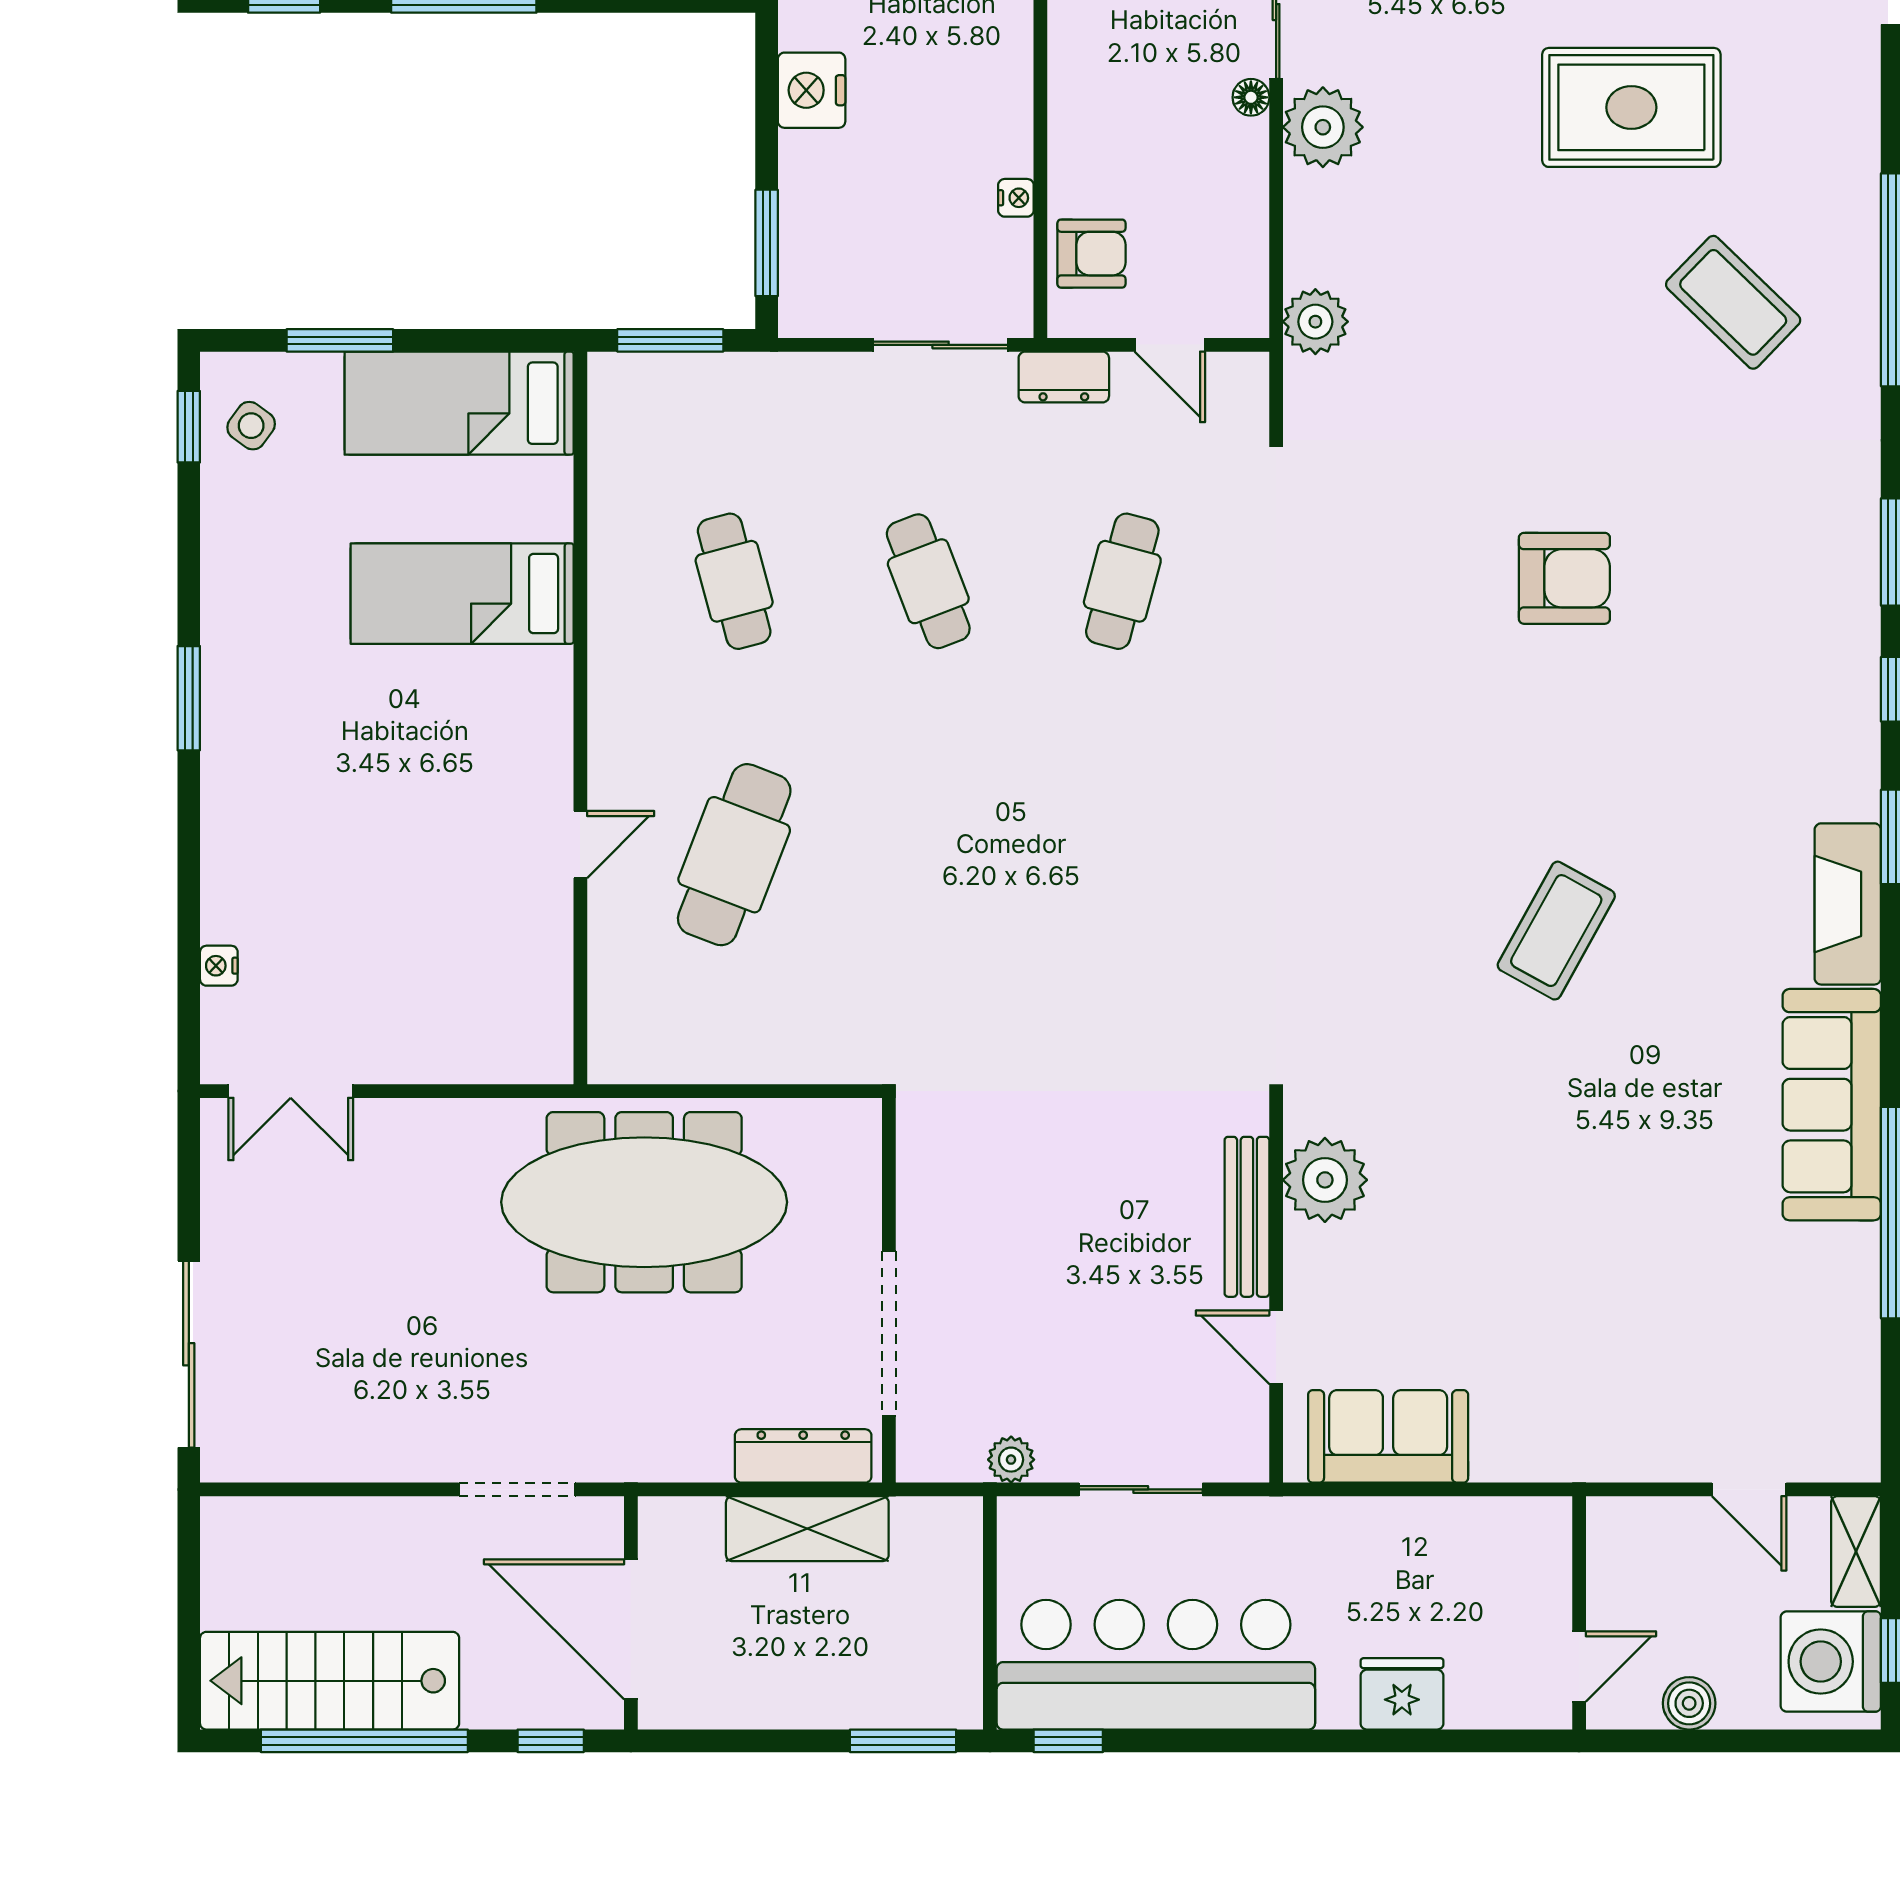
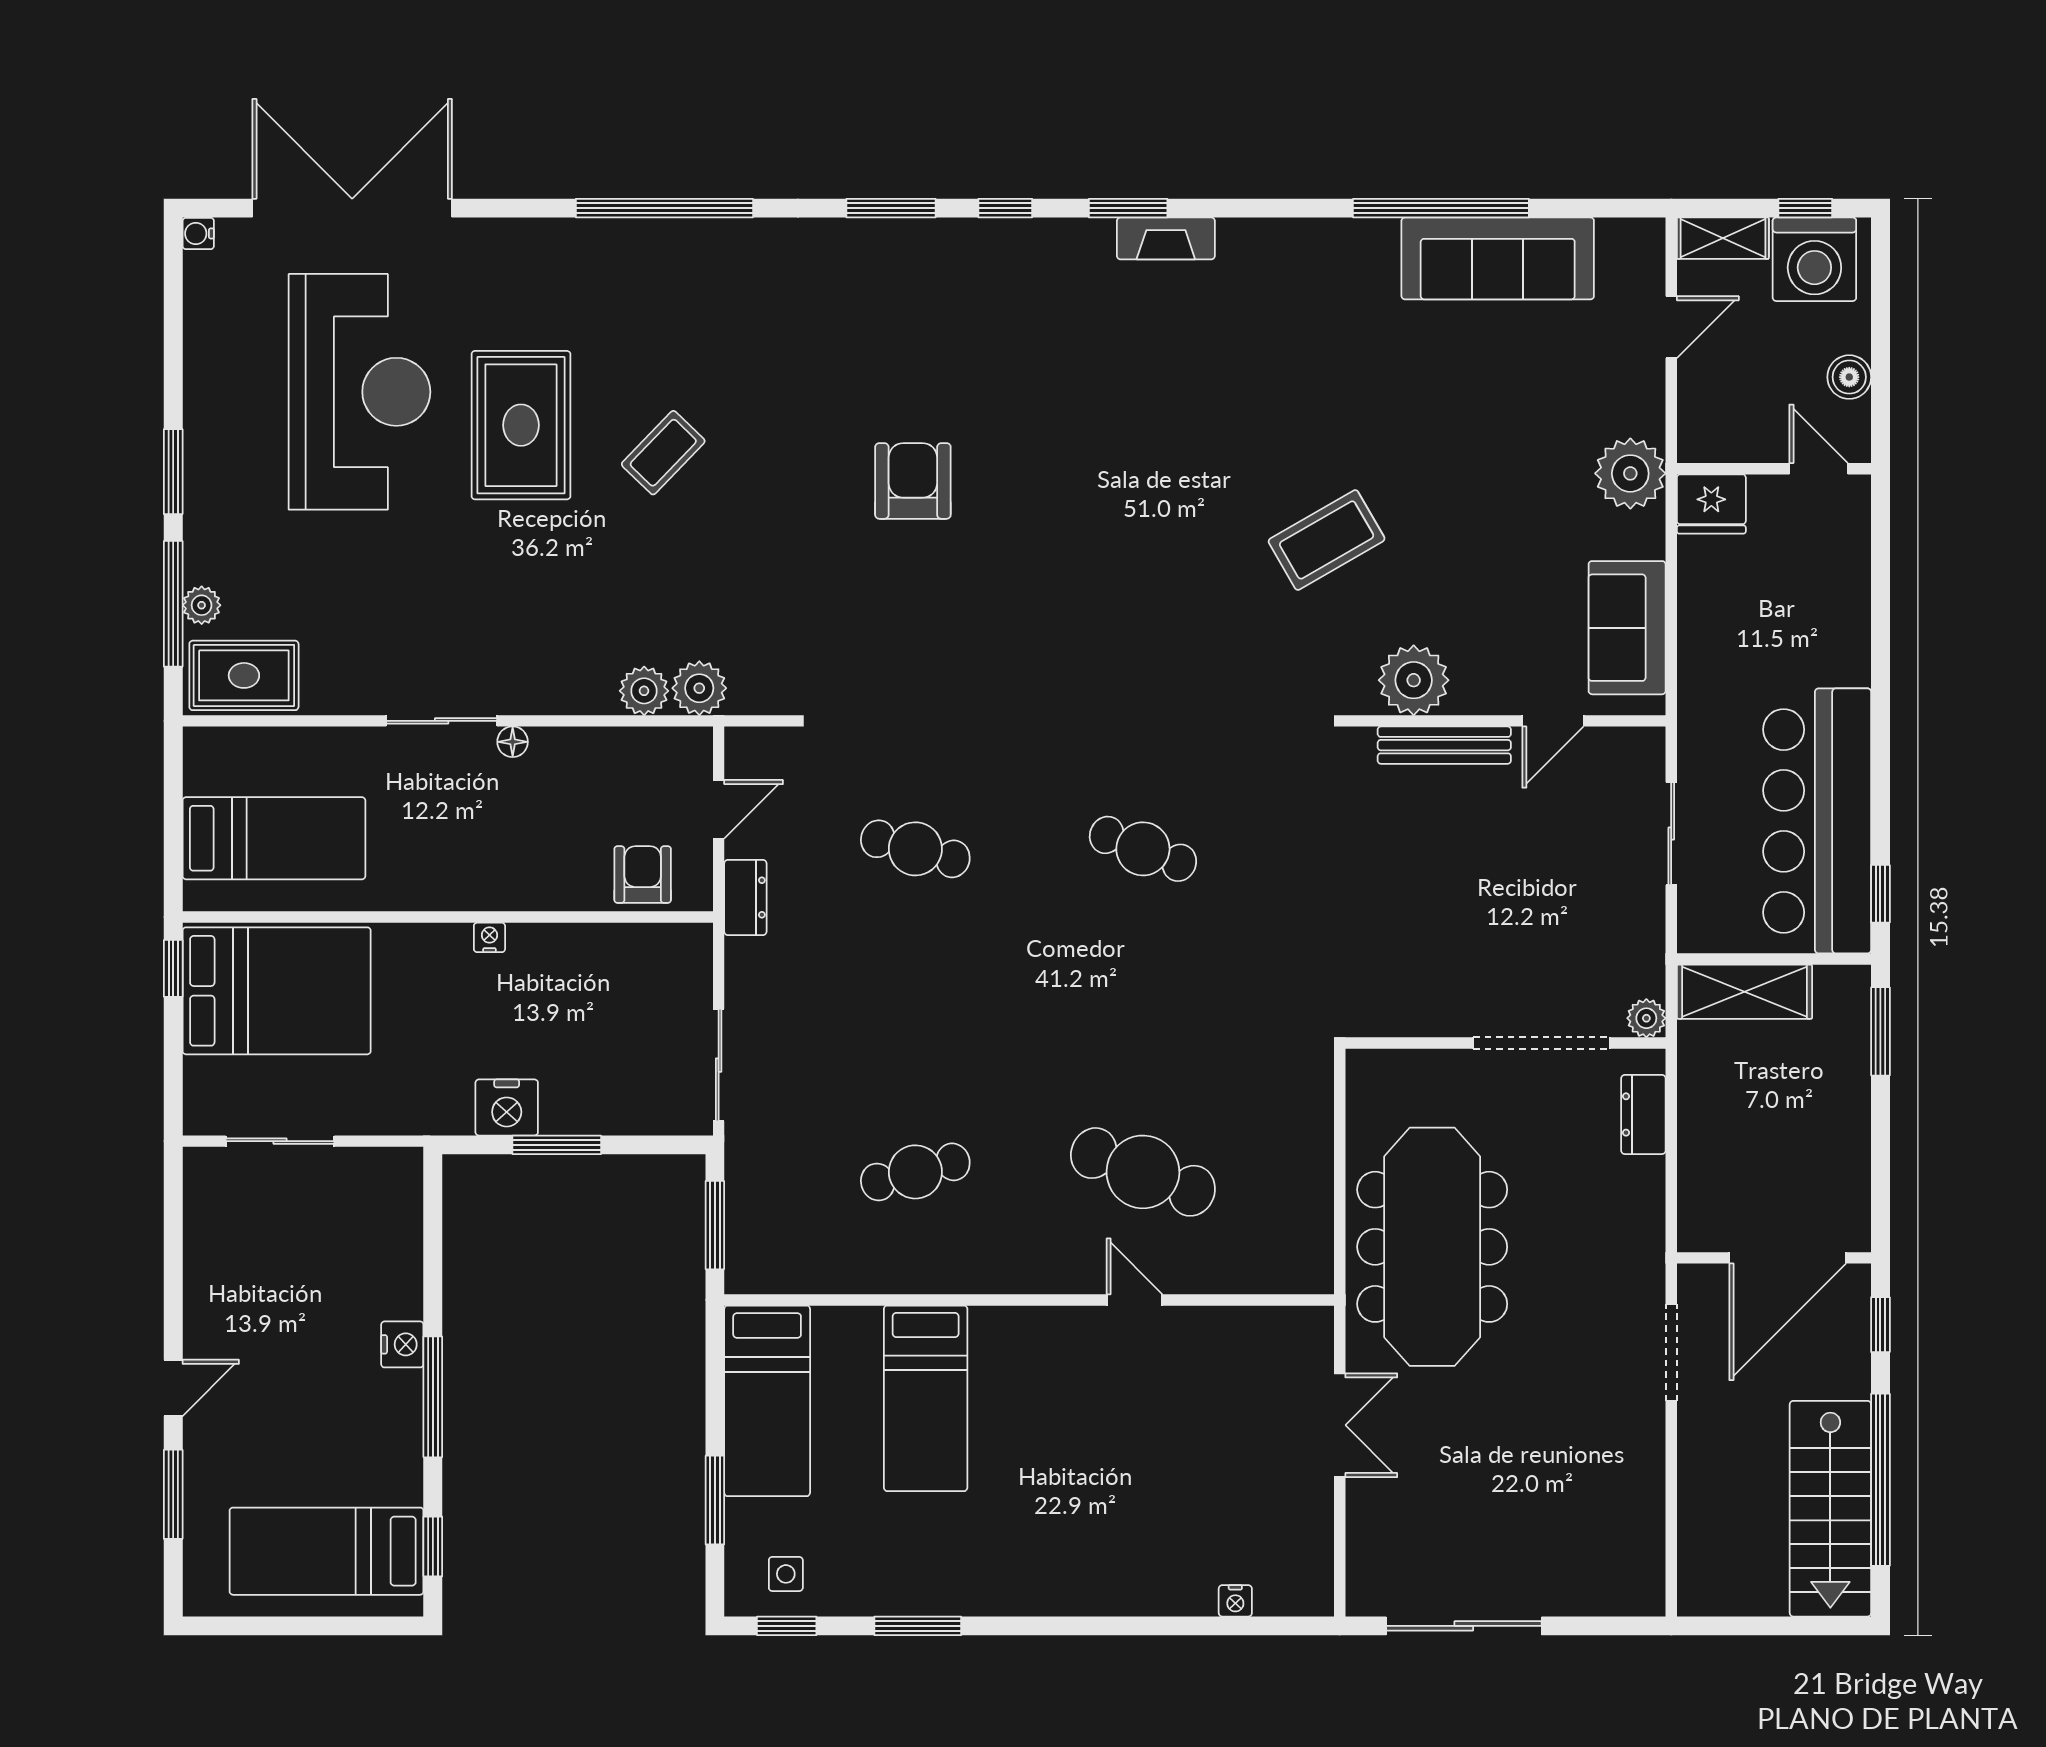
plant: (1323, 127) -> (644, 691), moved, width x0.73, depth x0.73
nightstand: (1016, 198) -> (489, 937), moved
window: (767, 243) -> (557, 1145), moved
coffee table: (1733, 302) -> (663, 453), moved, width x0.73, depth x0.77
sliding door: (941, 345) -> (719, 1065), moved
side table: (251, 426) -> (786, 1574), turned -36
cafe table: (928, 581) -> (1143, 849), moved, turned 42
window: (189, 698) -> (918, 1626), moved
fireplace: (1848, 904) -> (1166, 238), width x0.73, depth x0.76
coffee table: (1556, 931) -> (1327, 540), moved, turned -59
double door: (291, 1091) -> (1340, 1425), moved
sofa: (1832, 1105) -> (1498, 258), moved
sliding door: (189, 1354) -> (1464, 1626), moved
plant: (1573, 1440) -> (1630, 473), added
dresser: (803, 1456) -> (1643, 1114), width x0.70
plant: (1011, 1460) -> (1646, 1018), moved
shelving: (807, 1529) -> (1745, 992), moved, turned 90
fridge: (1402, 1694) -> (1711, 504), moved, turned -90

